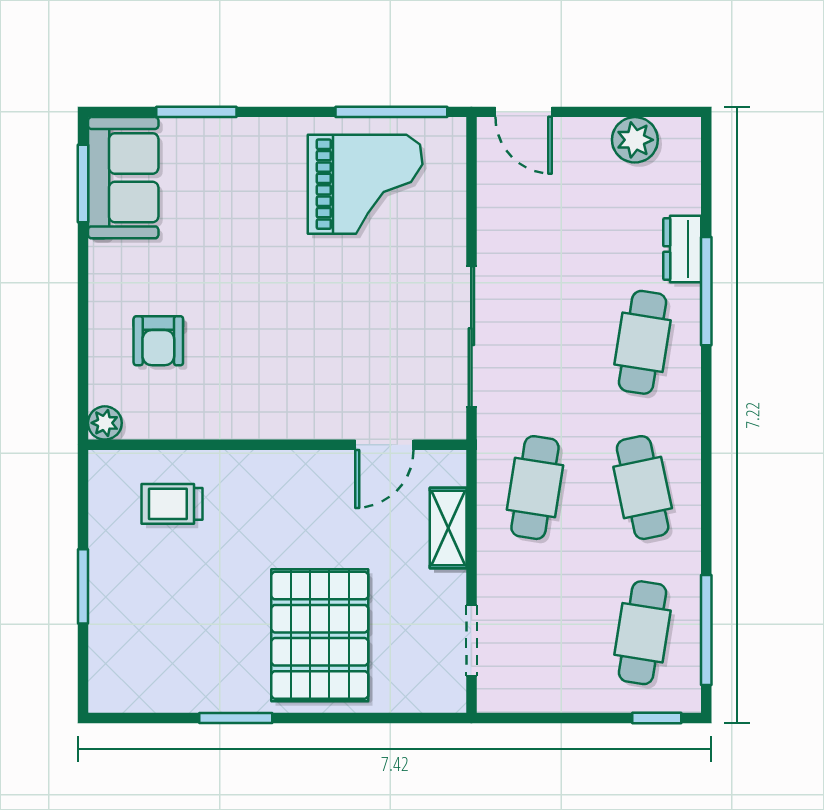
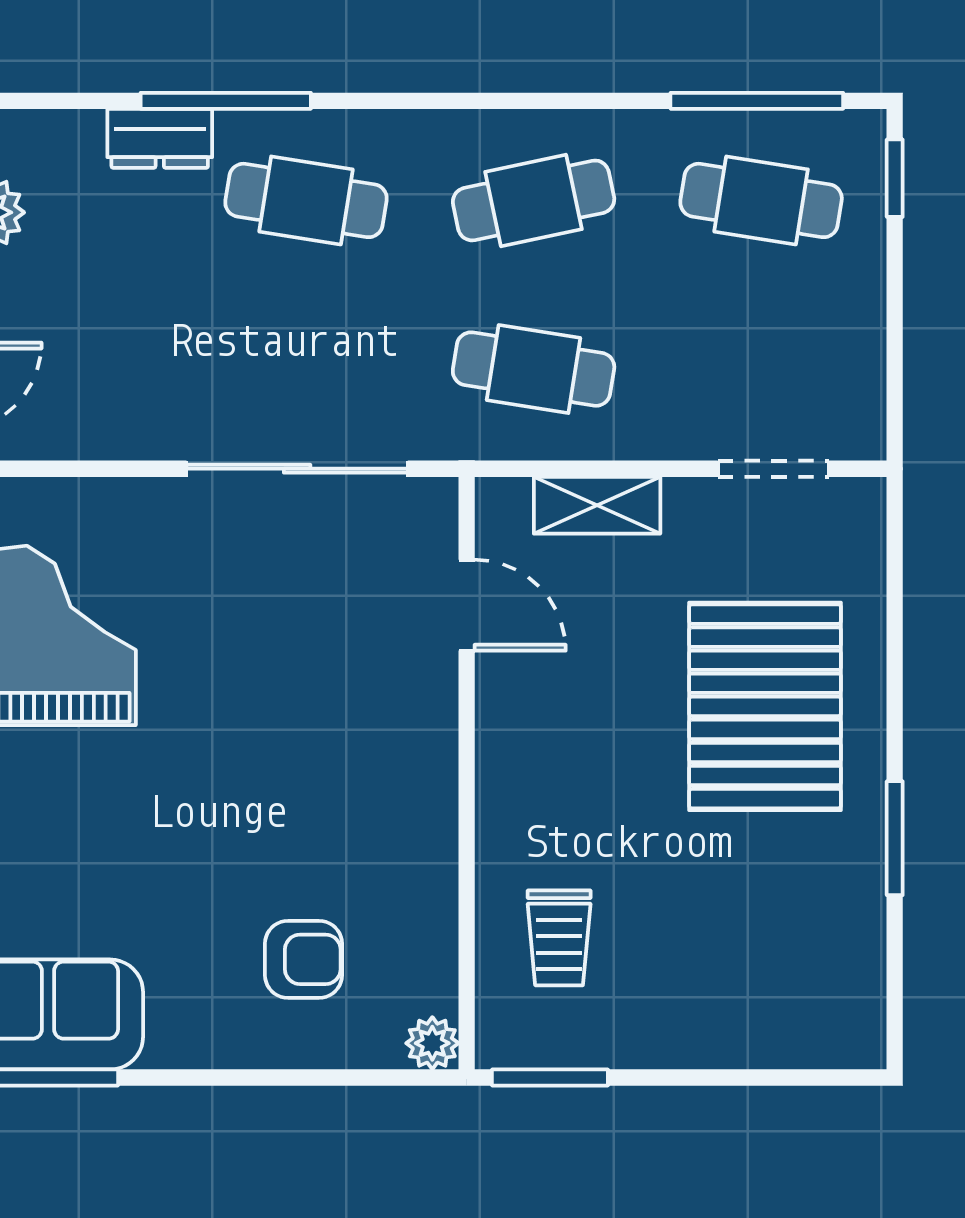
window: (83, 586) -> (550, 1077), moved
pallet: (320, 635) -> (765, 706), turned 90

